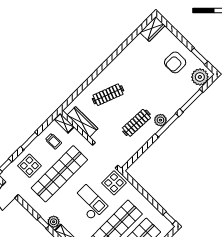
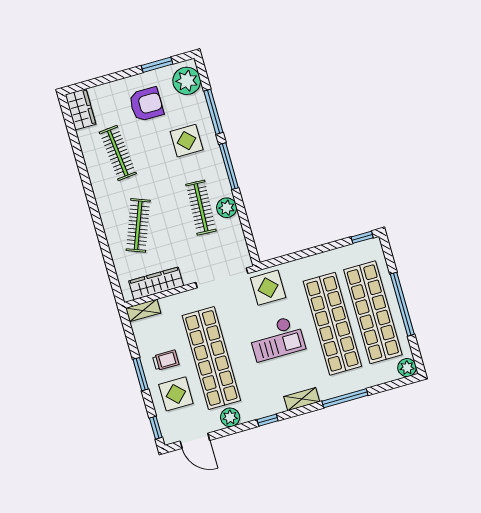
clothes rail: (140, 62) -> (118, 153), added
armchair: (175, 62) -> (146, 104), turned -90
display table: (168, 95) -> (187, 141), added
plant: (160, 120) -> (227, 208), moved
trolley: (53, 141) -> (166, 360), moved
checkout: (89, 203) -> (277, 339), turned 180
plant: (54, 222) -> (230, 417), moved

